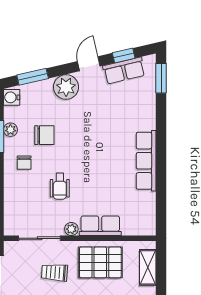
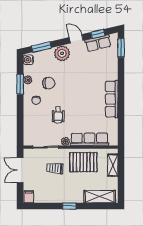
door: (89, 64) -> (76, 39), hinge flipped
row of seats: (100, 226) -> (89, 139), width x1.48

